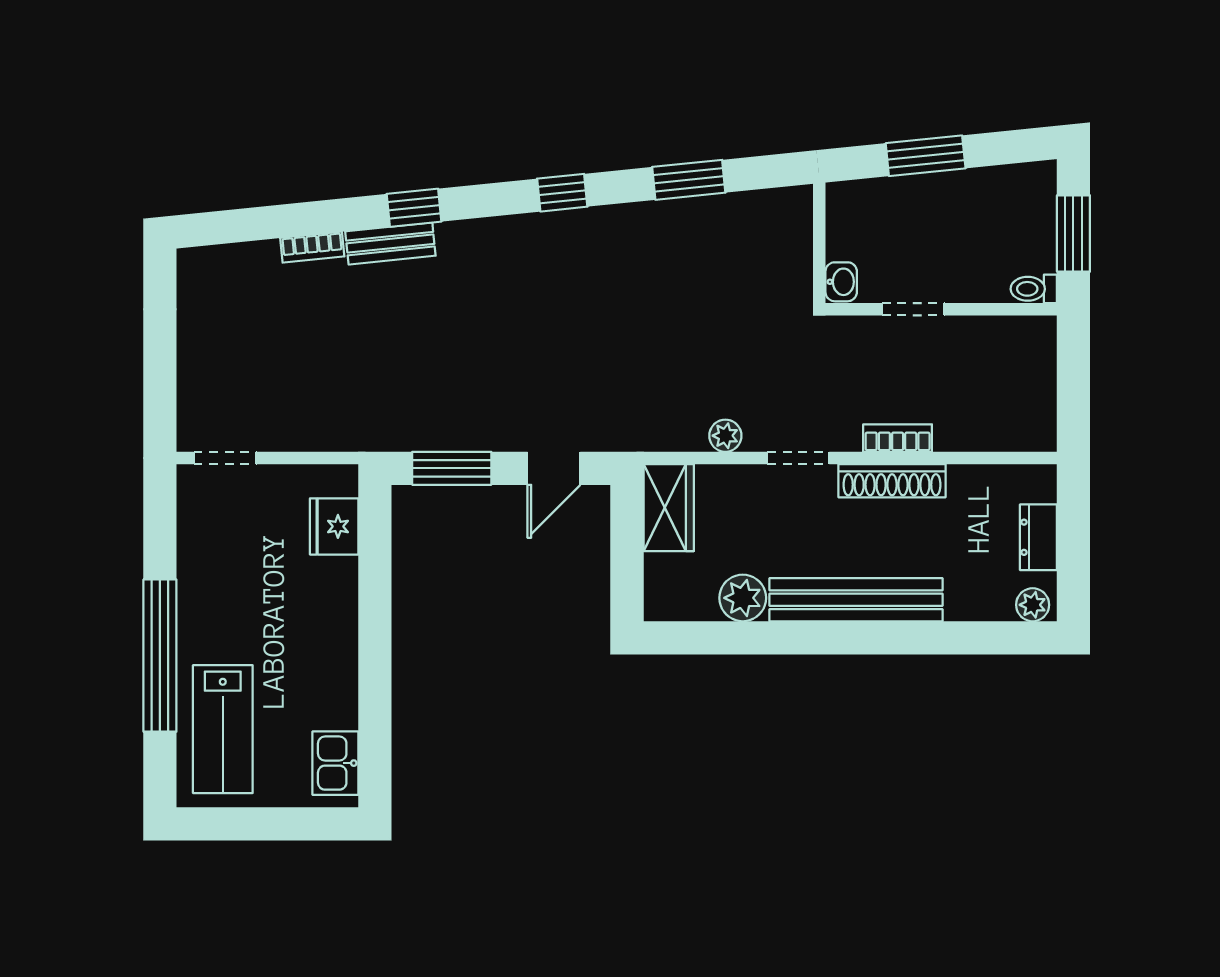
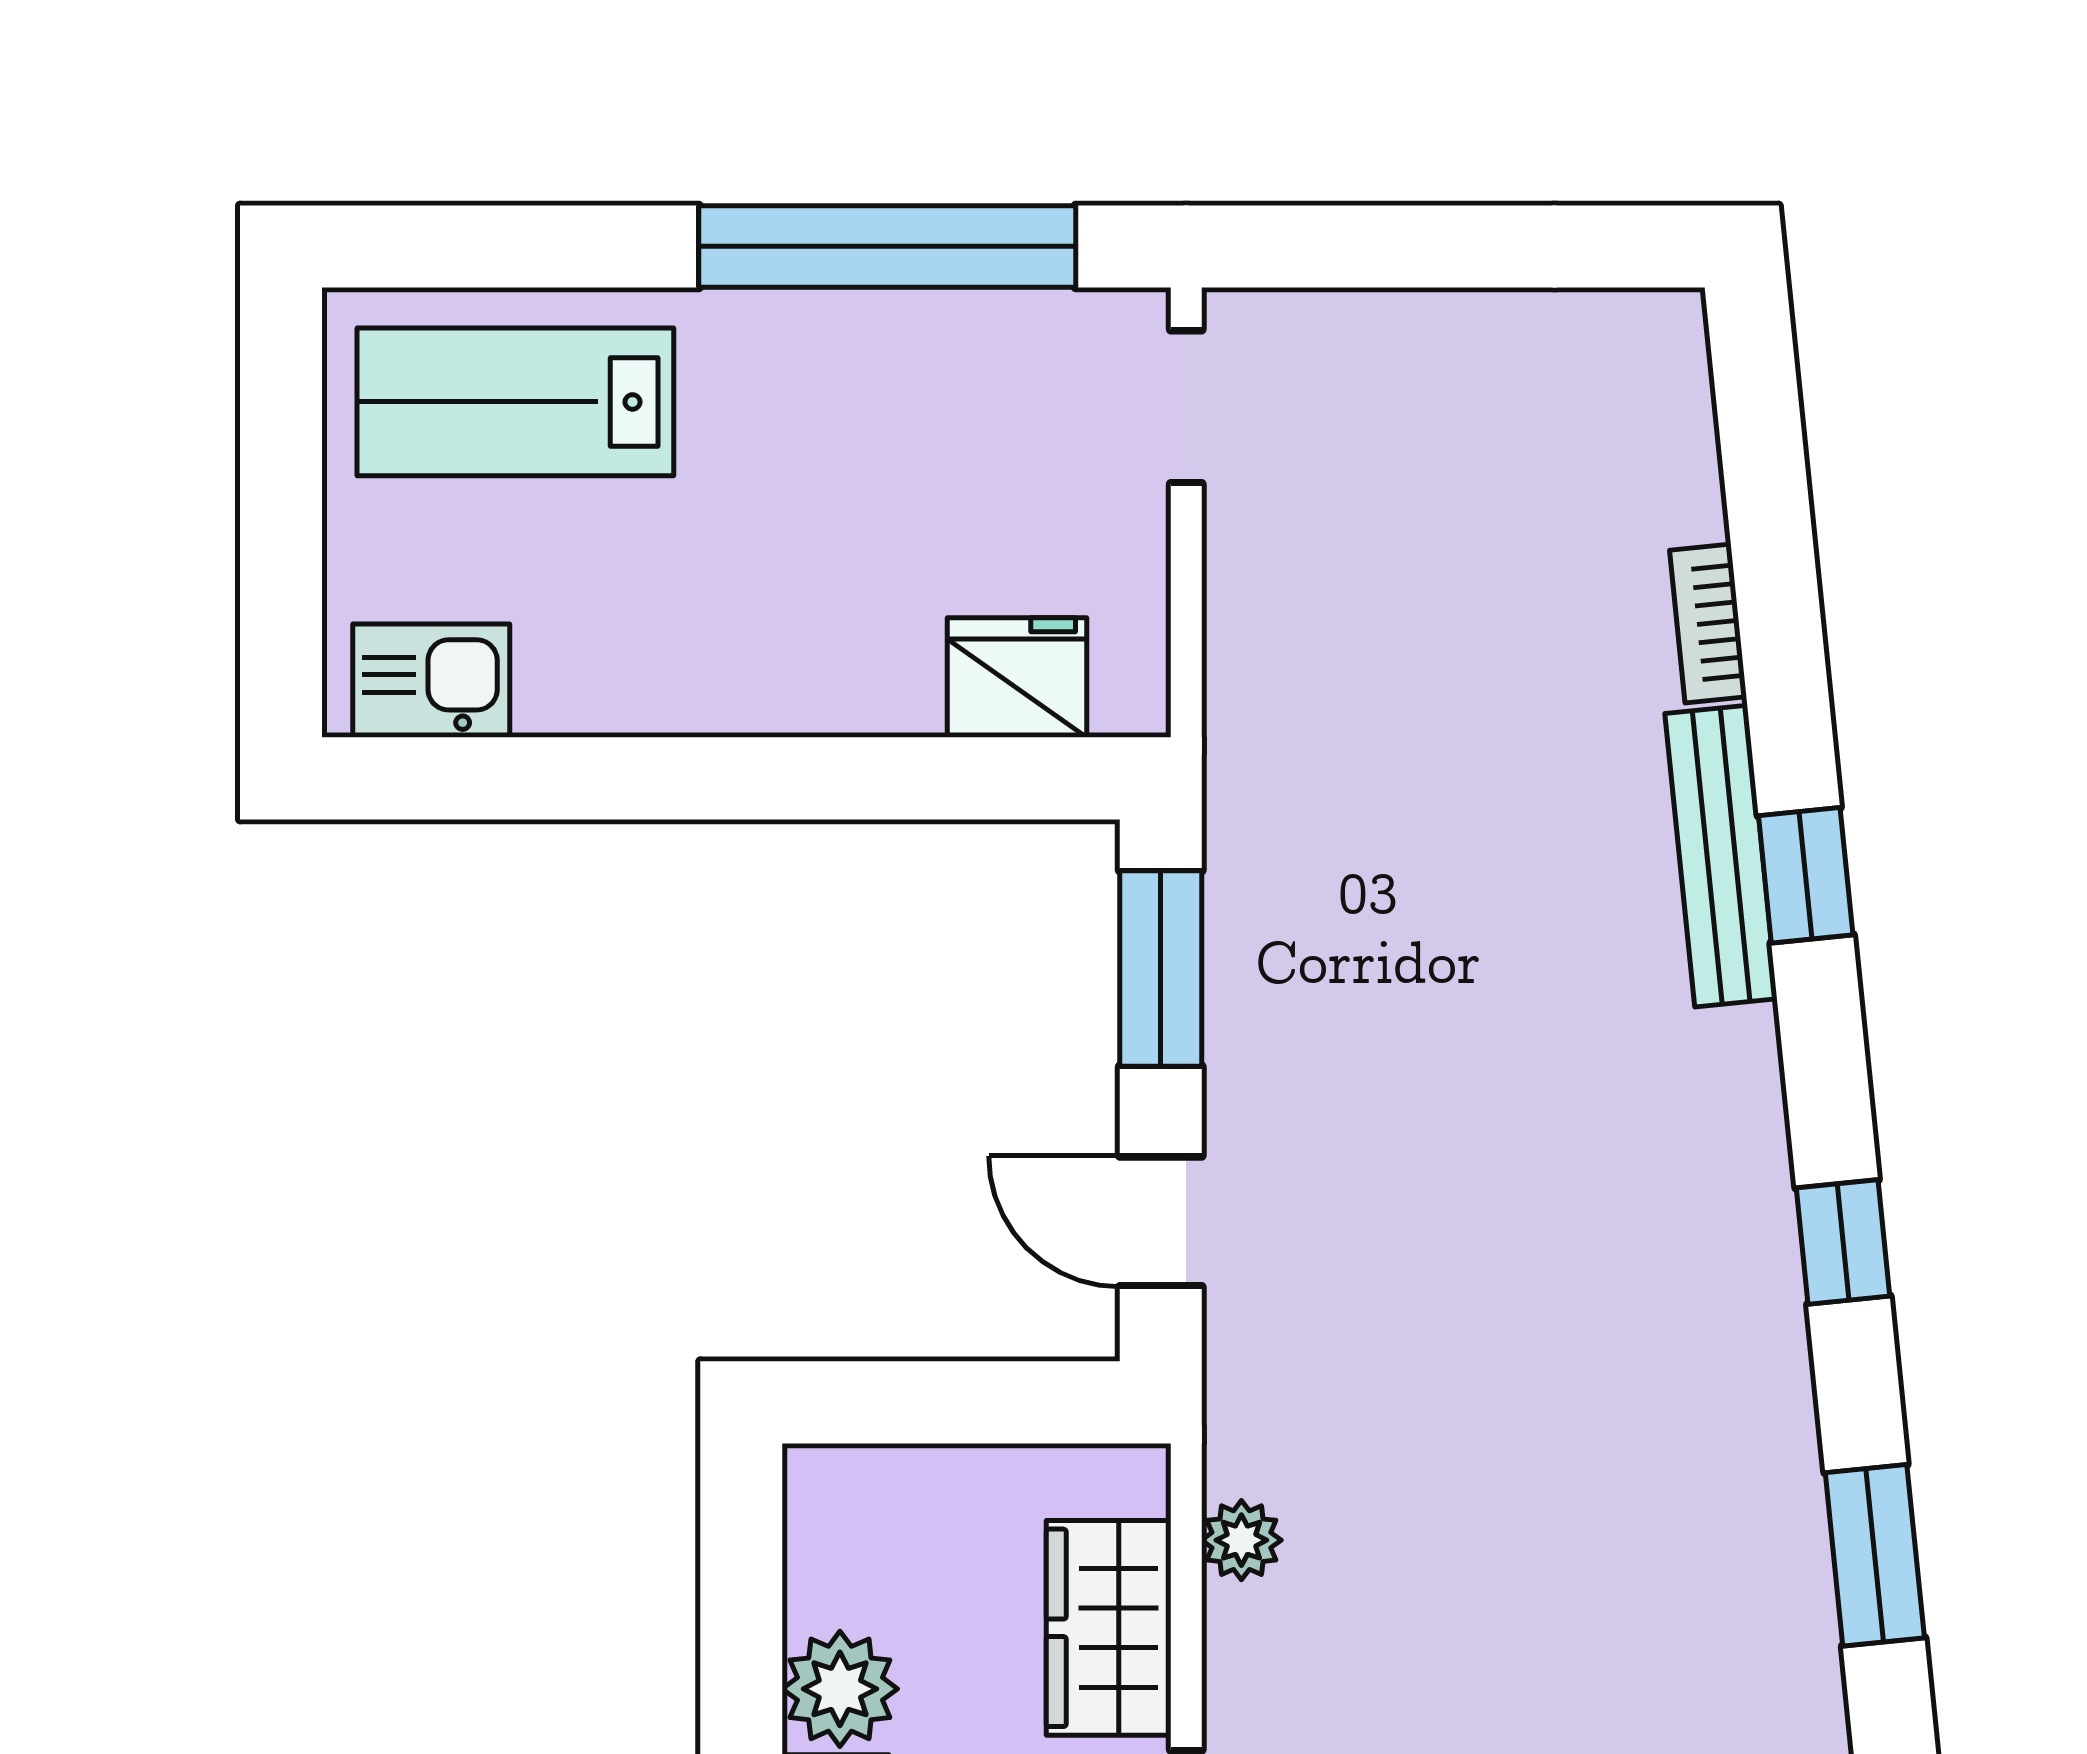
bench: (390, 244) -> (1721, 856), width x1.36
plant: (725, 436) -> (1241, 1540), moved
wardrobe: (669, 508) -> (1109, 1628), moved, turned 90
window: (160, 656) -> (887, 246), moved

